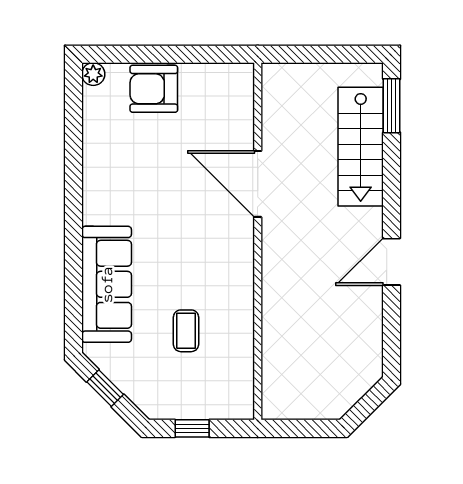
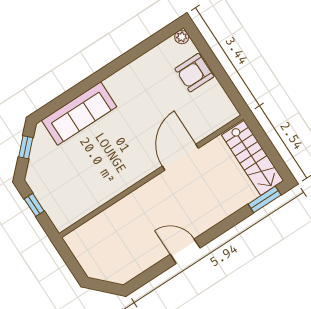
armchair: (154, 89) -> (194, 73), turned -90
stairs: (361, 147) -> (253, 158), moved, turned -90
coffee table: (186, 331) -> (82, 169), removed

